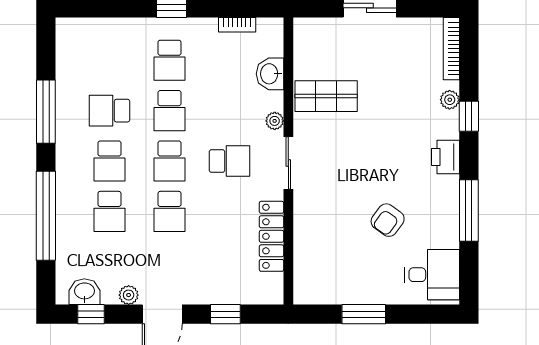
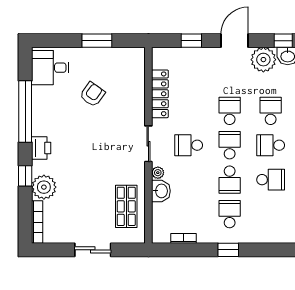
washbasin: (270, 74) -> (161, 191), moved
shop shelf: (326, 96) -> (126, 206), moved, turned 90
plant: (450, 100) -> (44, 187), width x1.87, depth x1.87
school desk: (169, 111) -> (230, 180), turned 180
school desk: (109, 161) -> (271, 145), turned -90
window: (469, 210) -> (25, 111), width x1.46
armchair: (388, 220) -> (92, 94), moved
plant: (129, 295) -> (263, 60), width x1.88, depth x1.88

